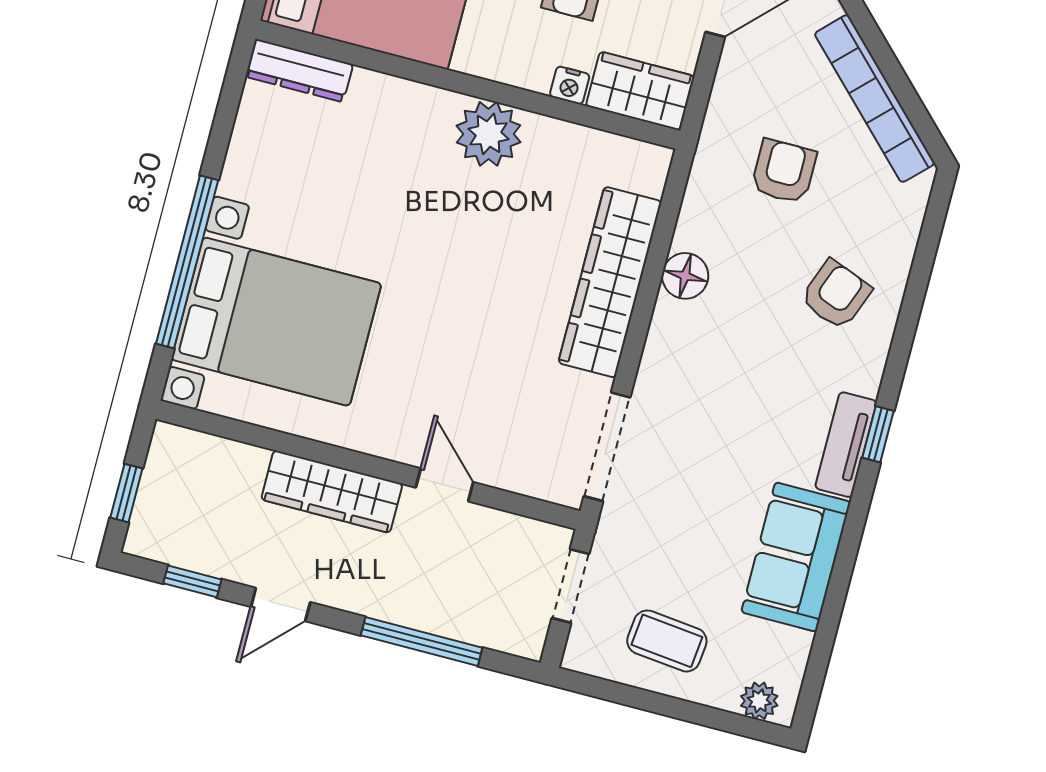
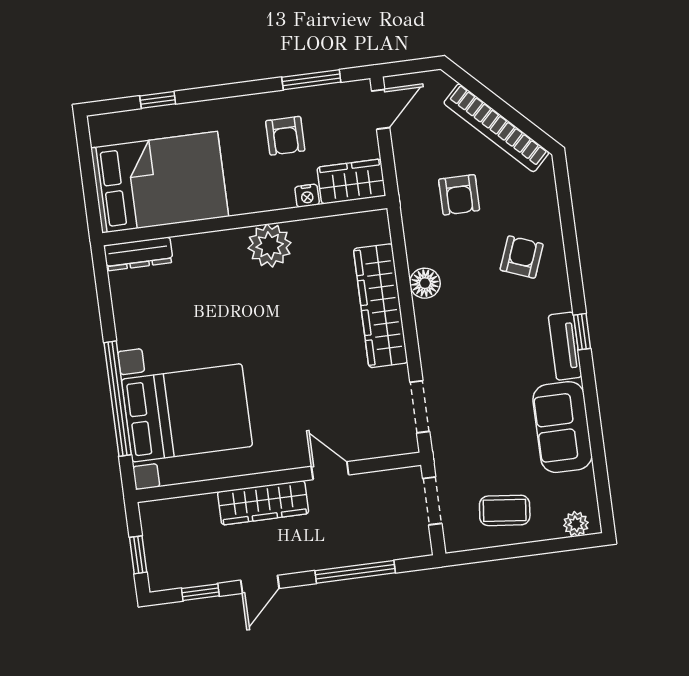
armchair: (784, 171) -> (459, 195), turned 180
doorway: (607, 447) -> (420, 407), width x0.73

